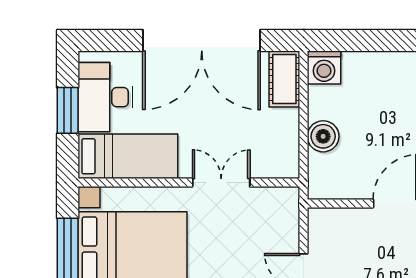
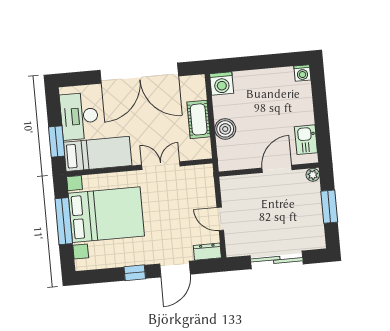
cot: (284, 79) -> (199, 119), moved
window: (68, 110) -> (57, 142), moved

